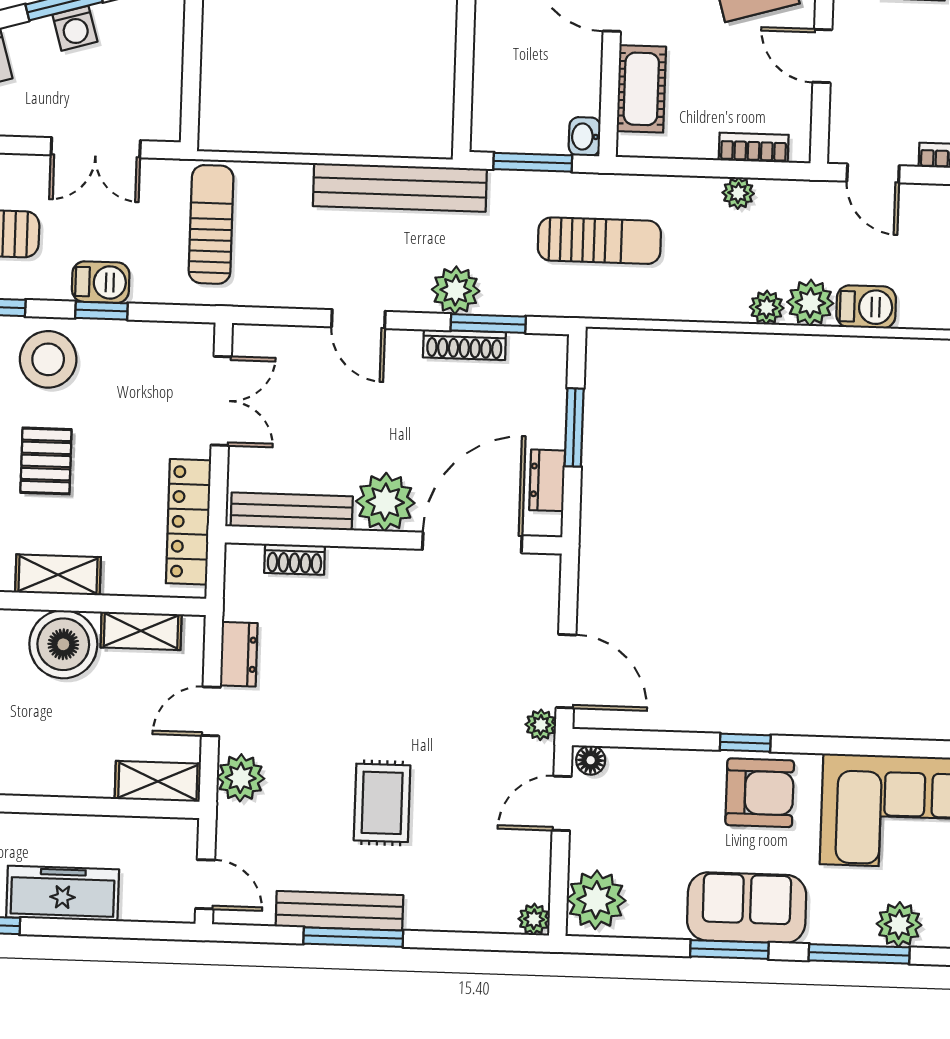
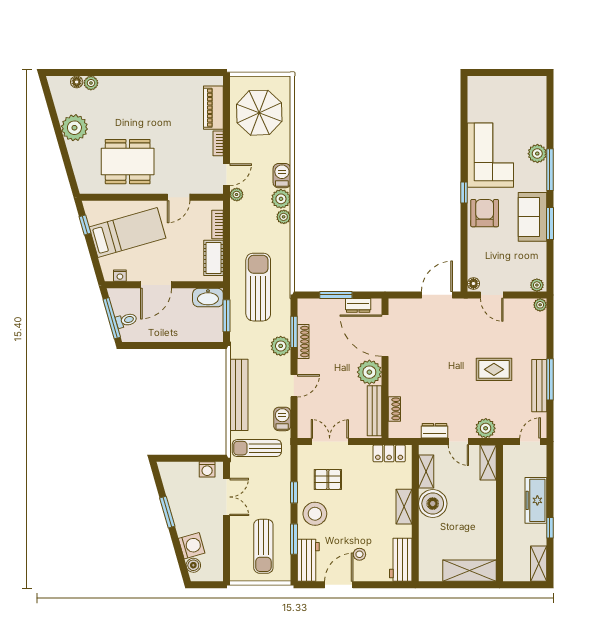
washing machine: (75, 28) -> (207, 469), moved, turned 106
cot: (641, 89) -> (214, 258), moved, turned 90
washbasin: (585, 137) -> (208, 298), width x1.91, depth x1.45
bench: (400, 187) -> (239, 395), moved
plant: (738, 193) -> (237, 195), moved
sun lounger: (599, 241) -> (258, 287), width x1.36, depth x1.34
barbecue: (101, 282) -> (282, 419), moved
pallet: (46, 461) -> (328, 479), moved
locker: (188, 522) -> (389, 453), width x0.66
plant: (541, 725) -> (460, 305), removed
window: (745, 743) -> (464, 193), moved
plant: (596, 900) -> (537, 285), width x0.53, depth x0.53

